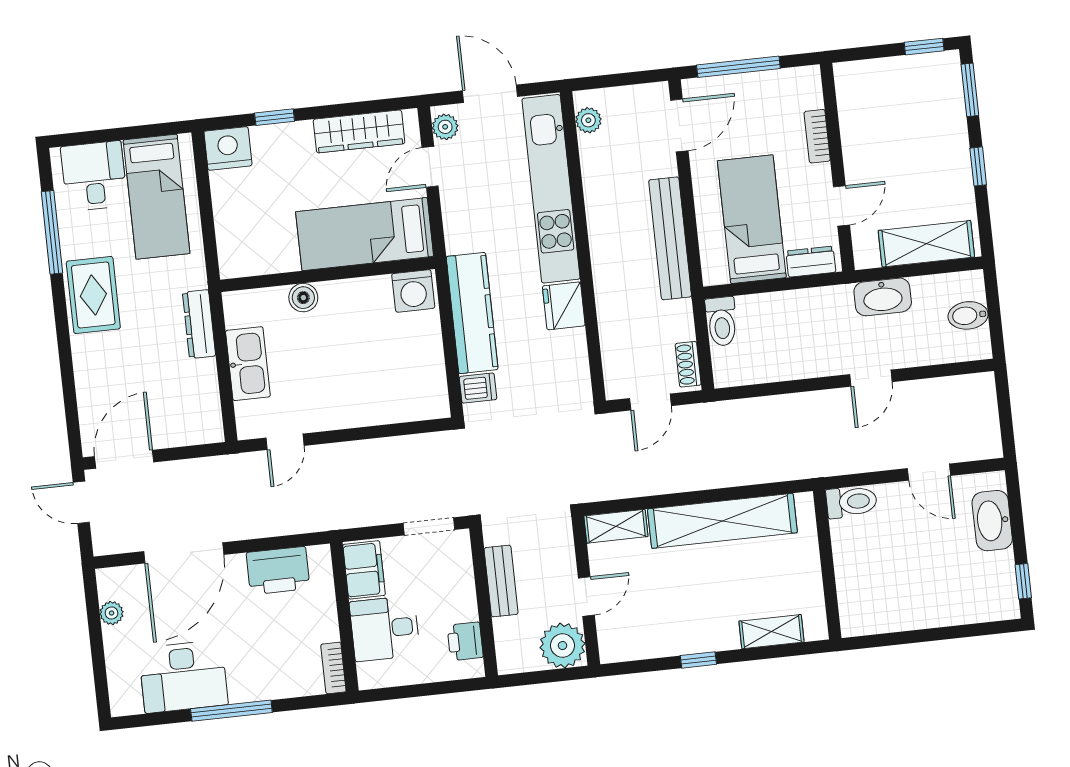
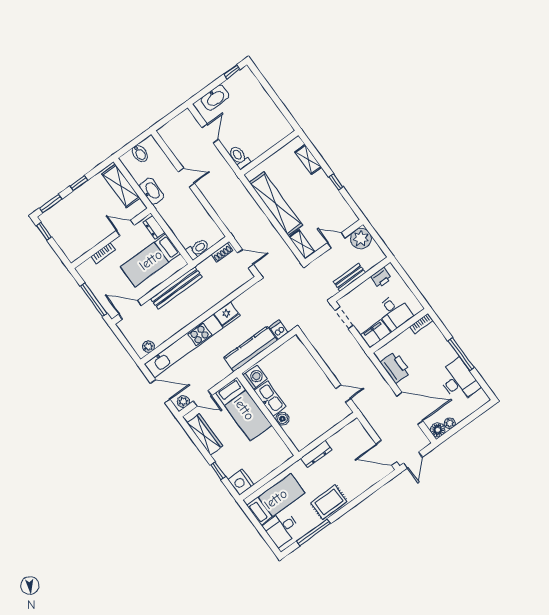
door: (490, 94) -> (160, 391), swing flipped
kitchen sink: (248, 364) -> (270, 398), moved, turned 90
floor lamp: (112, 583) -> (438, 430), added

